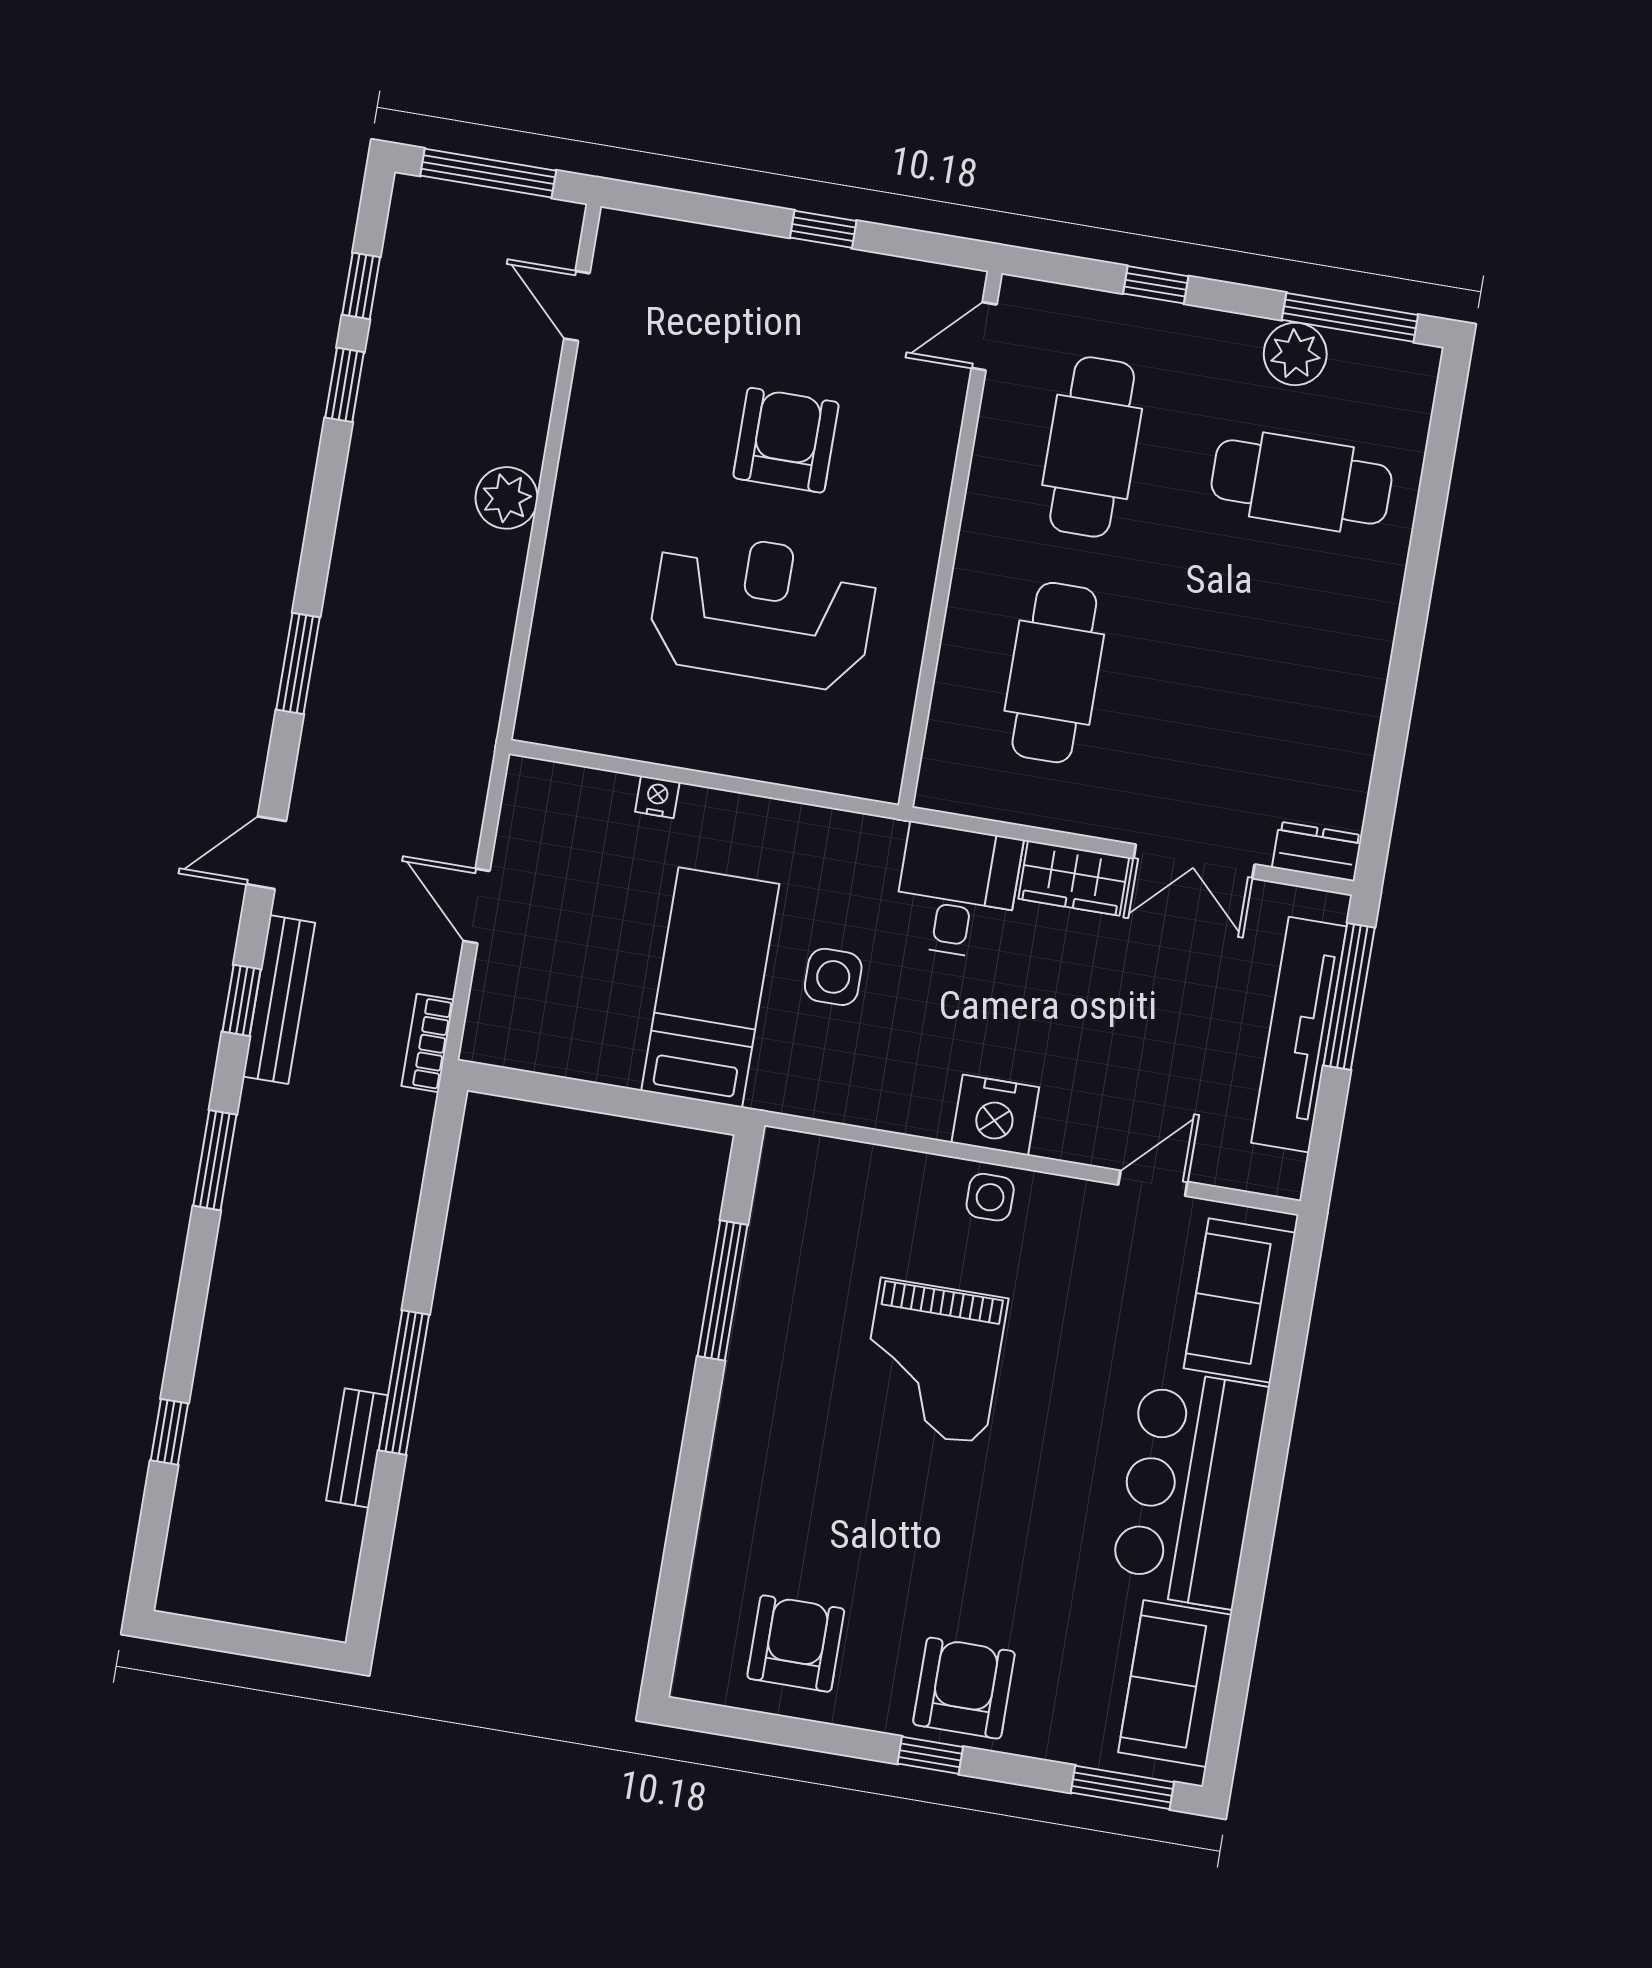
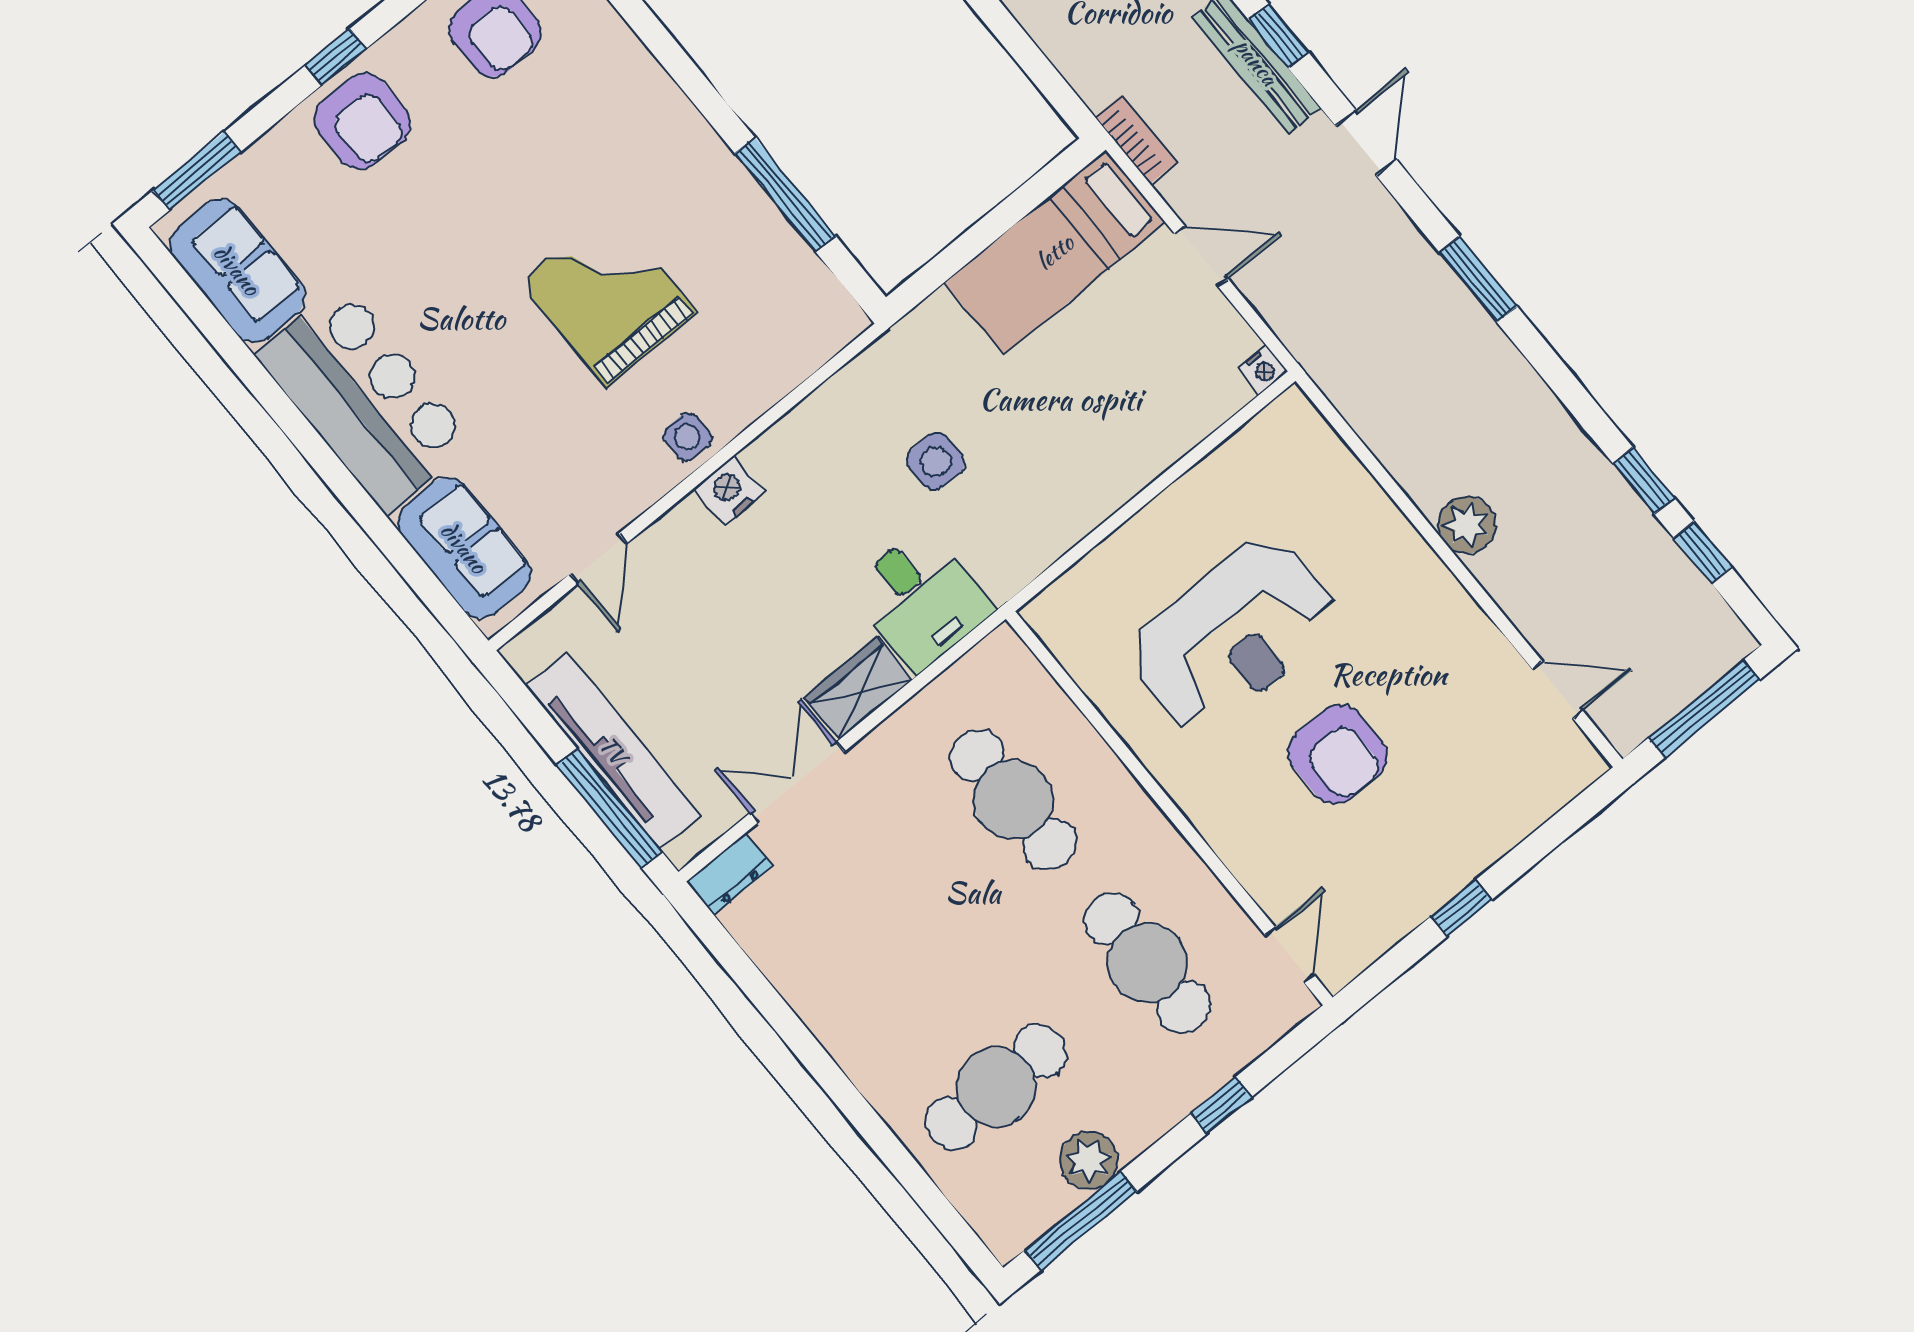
nightstand: (657, 797) -> (1263, 370), moved
bed: (710, 987) -> (1055, 252), moved, turned 90
nightstand: (995, 1115) -> (729, 490), width x0.74, depth x0.75

